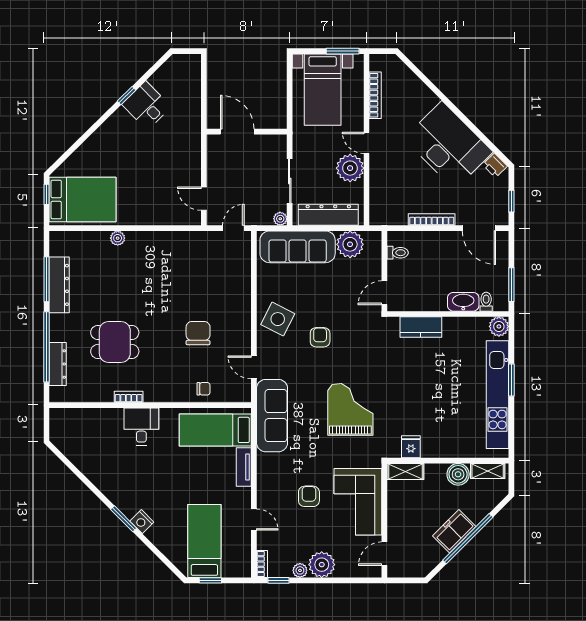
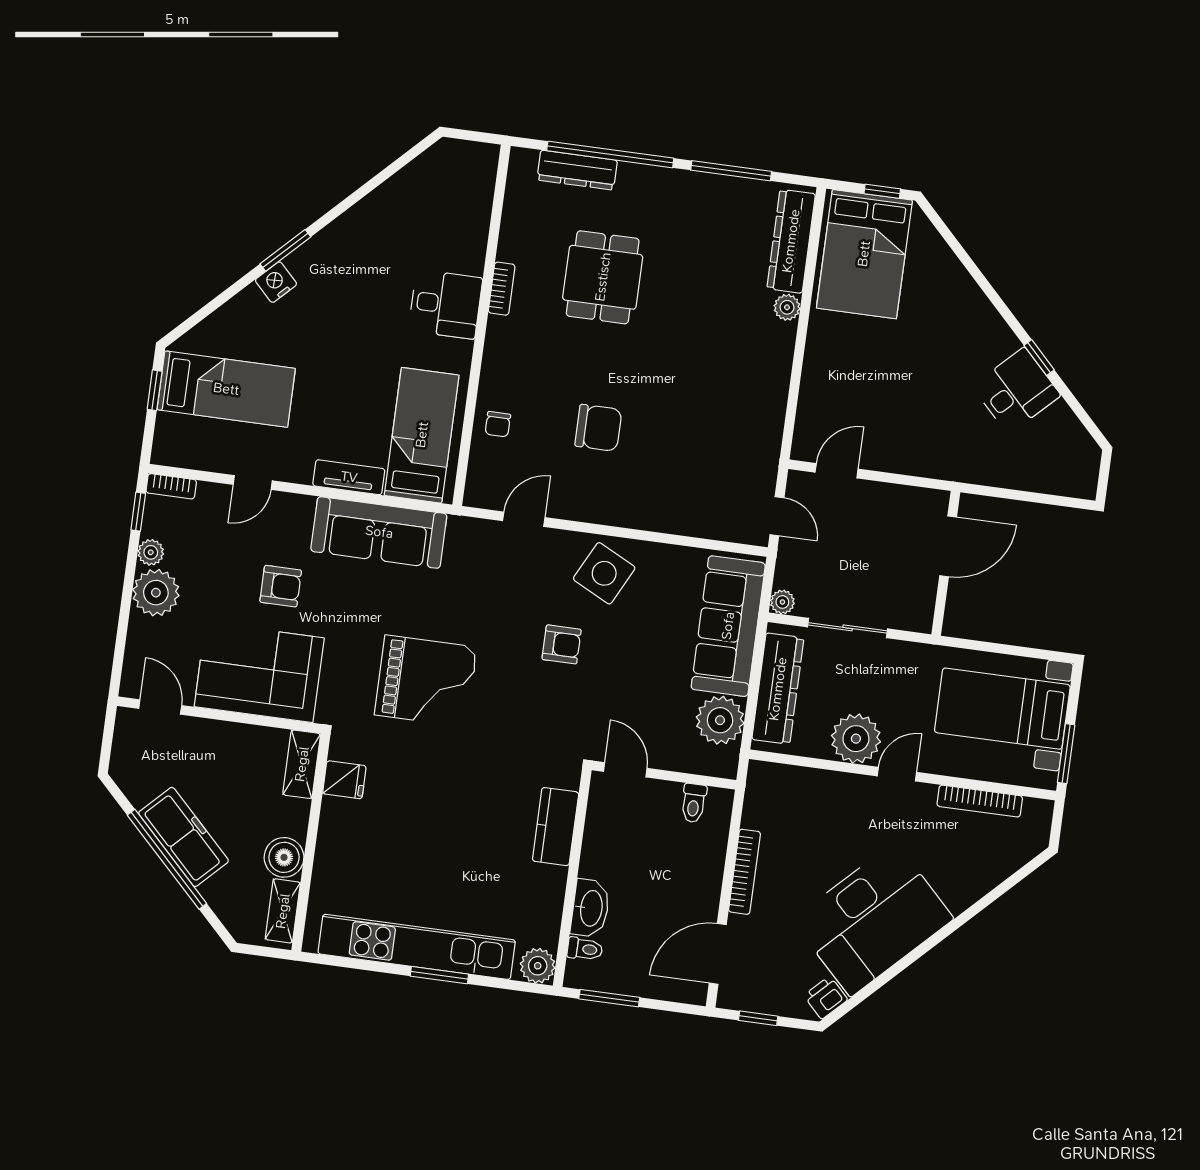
dresser: (59, 285) -> (791, 241), moved, turned 90
sofa: (272, 416) -> (379, 532), moved
freezer: (454, 531) -> (184, 837), width x1.40

